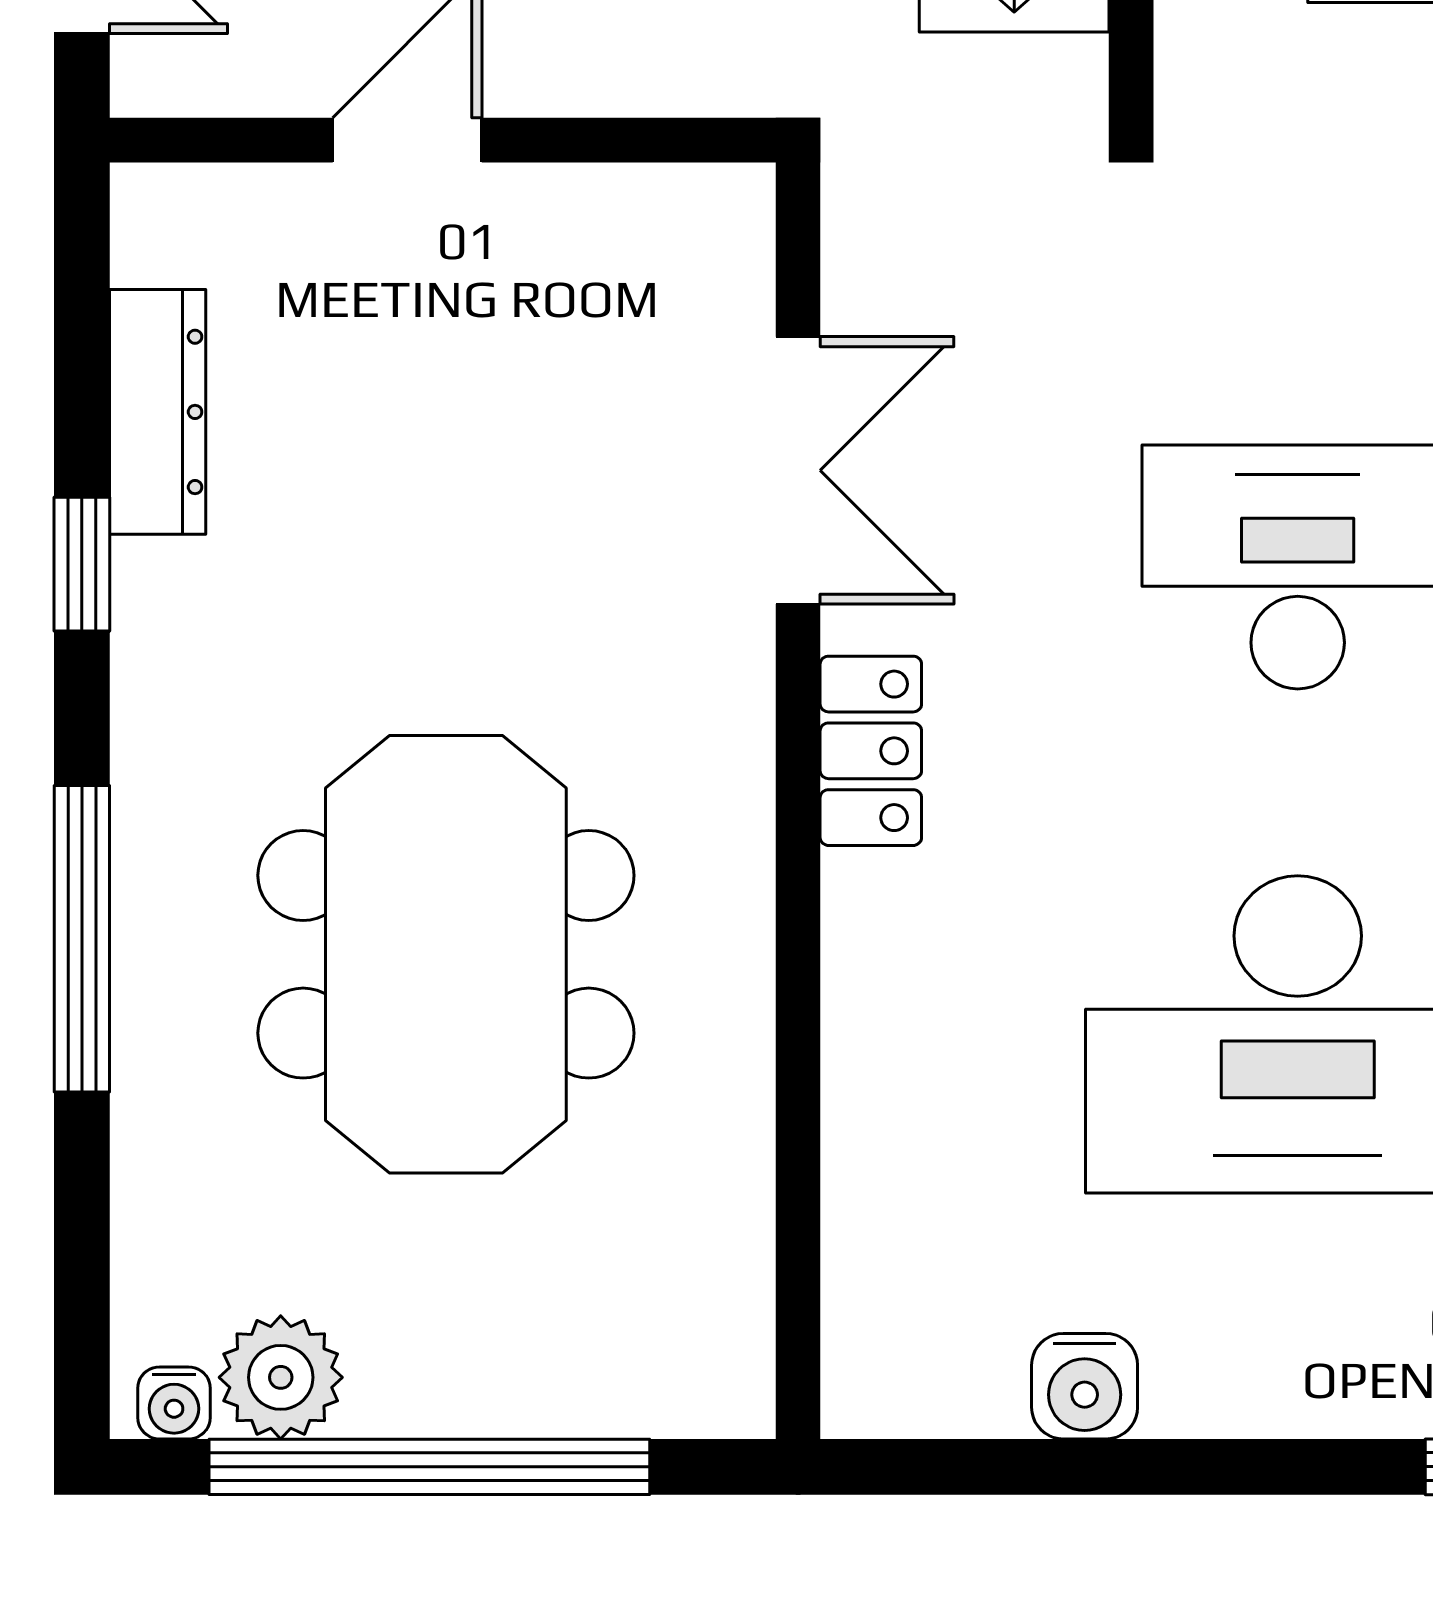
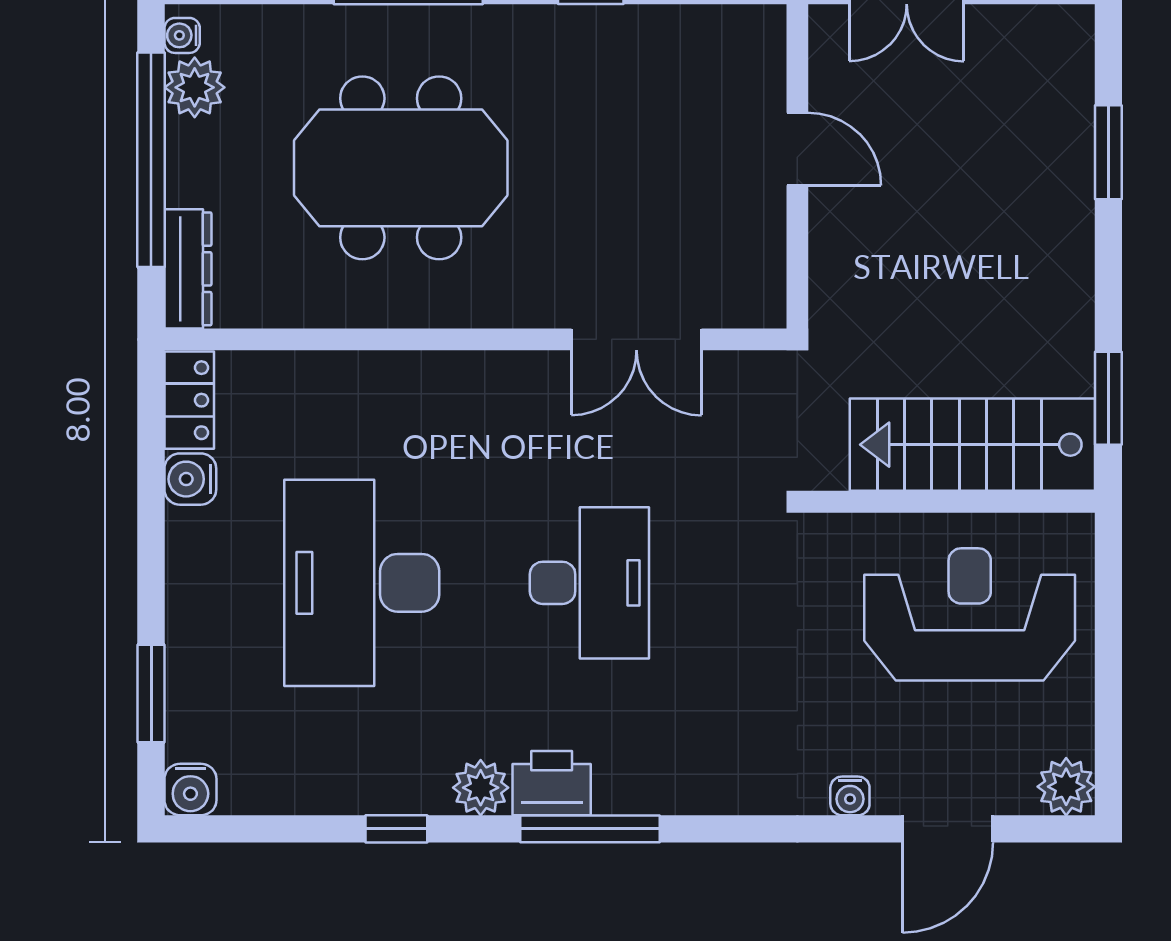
dresser: (158, 412) -> (188, 269), moved, turned -90
locker: (871, 751) -> (189, 400), moved, turned -90

